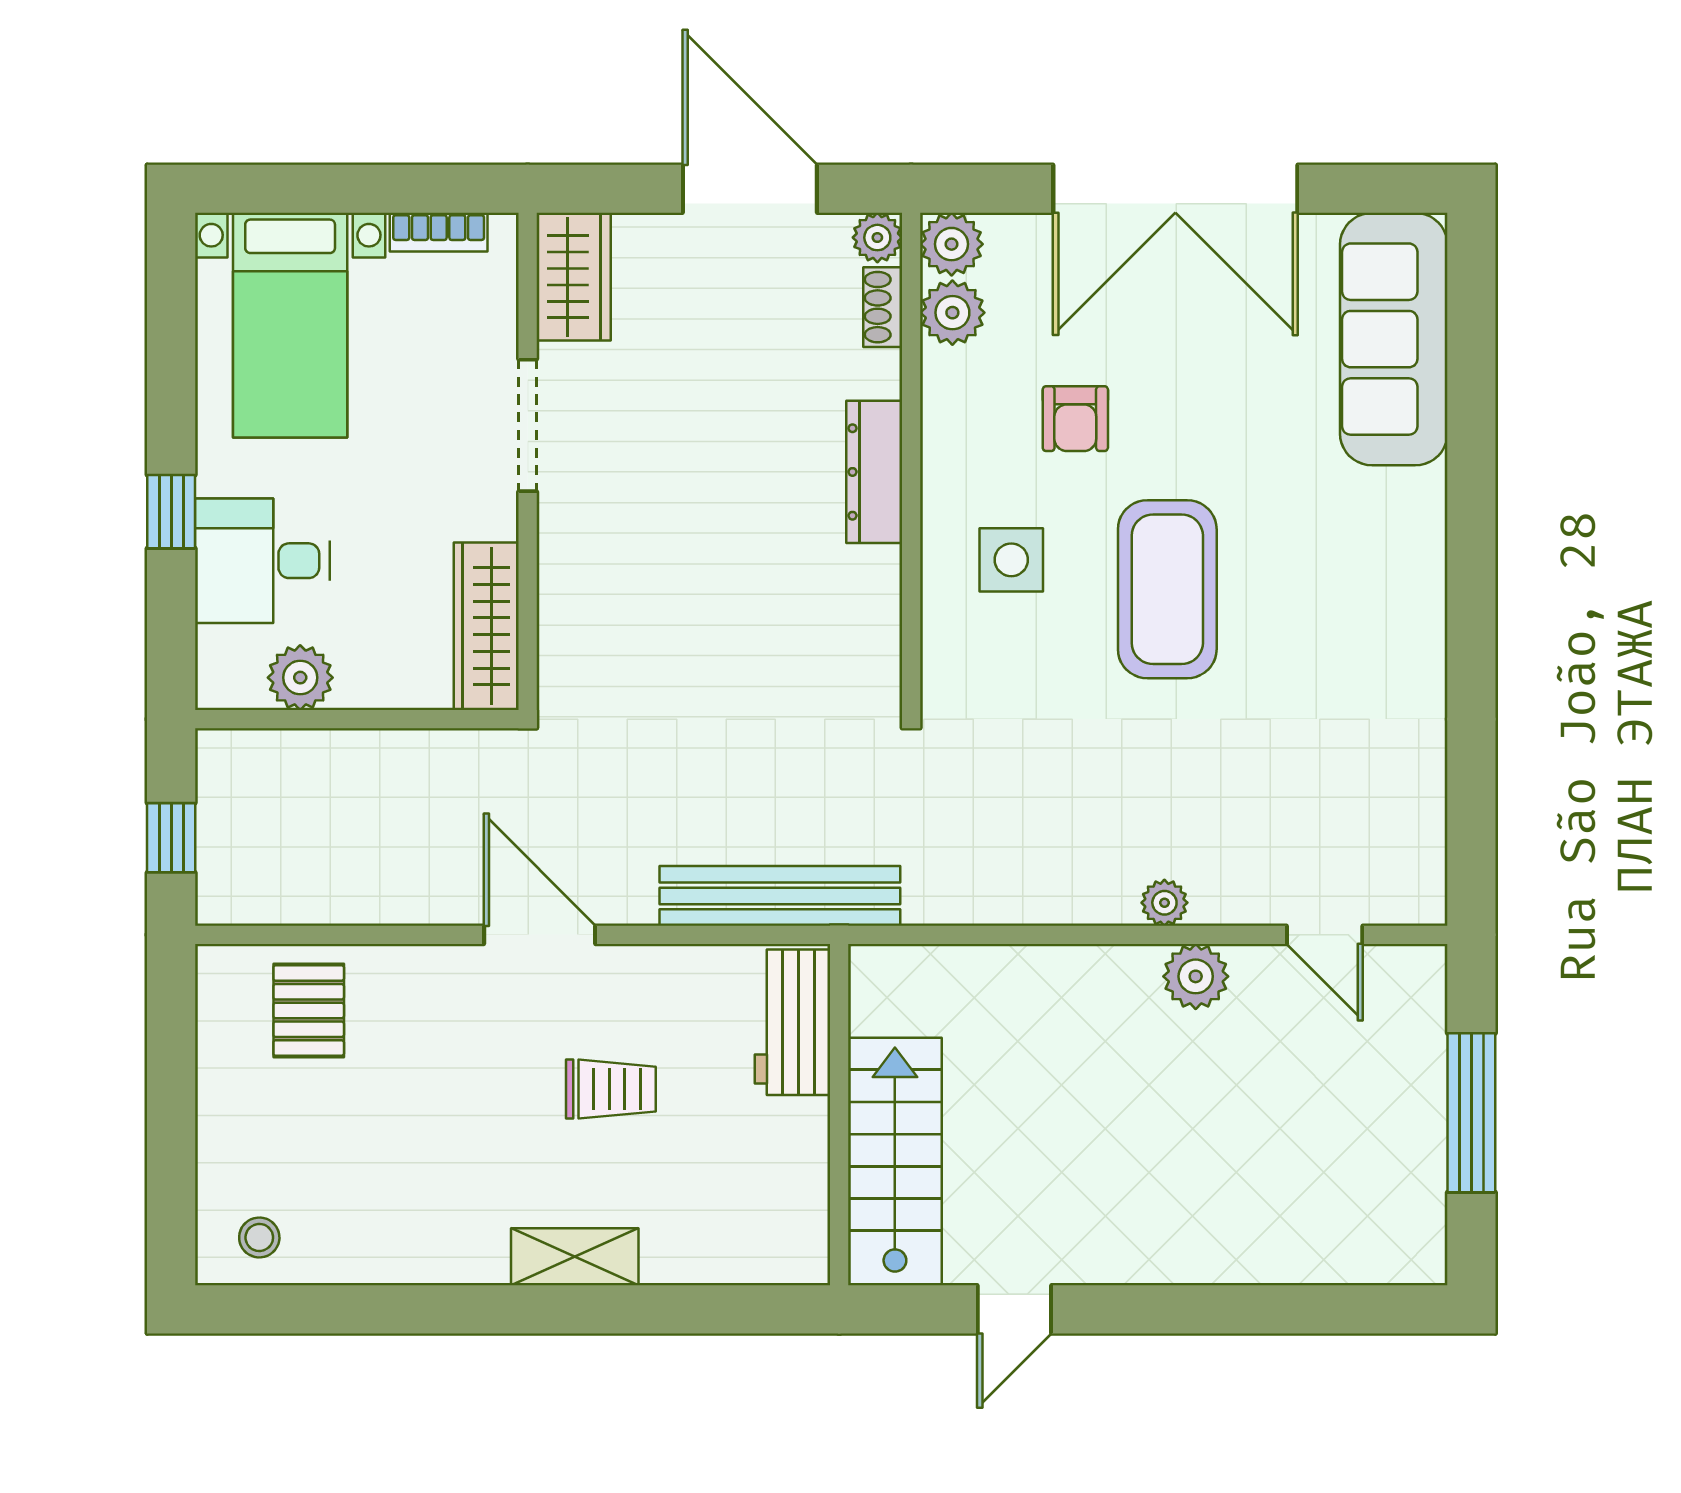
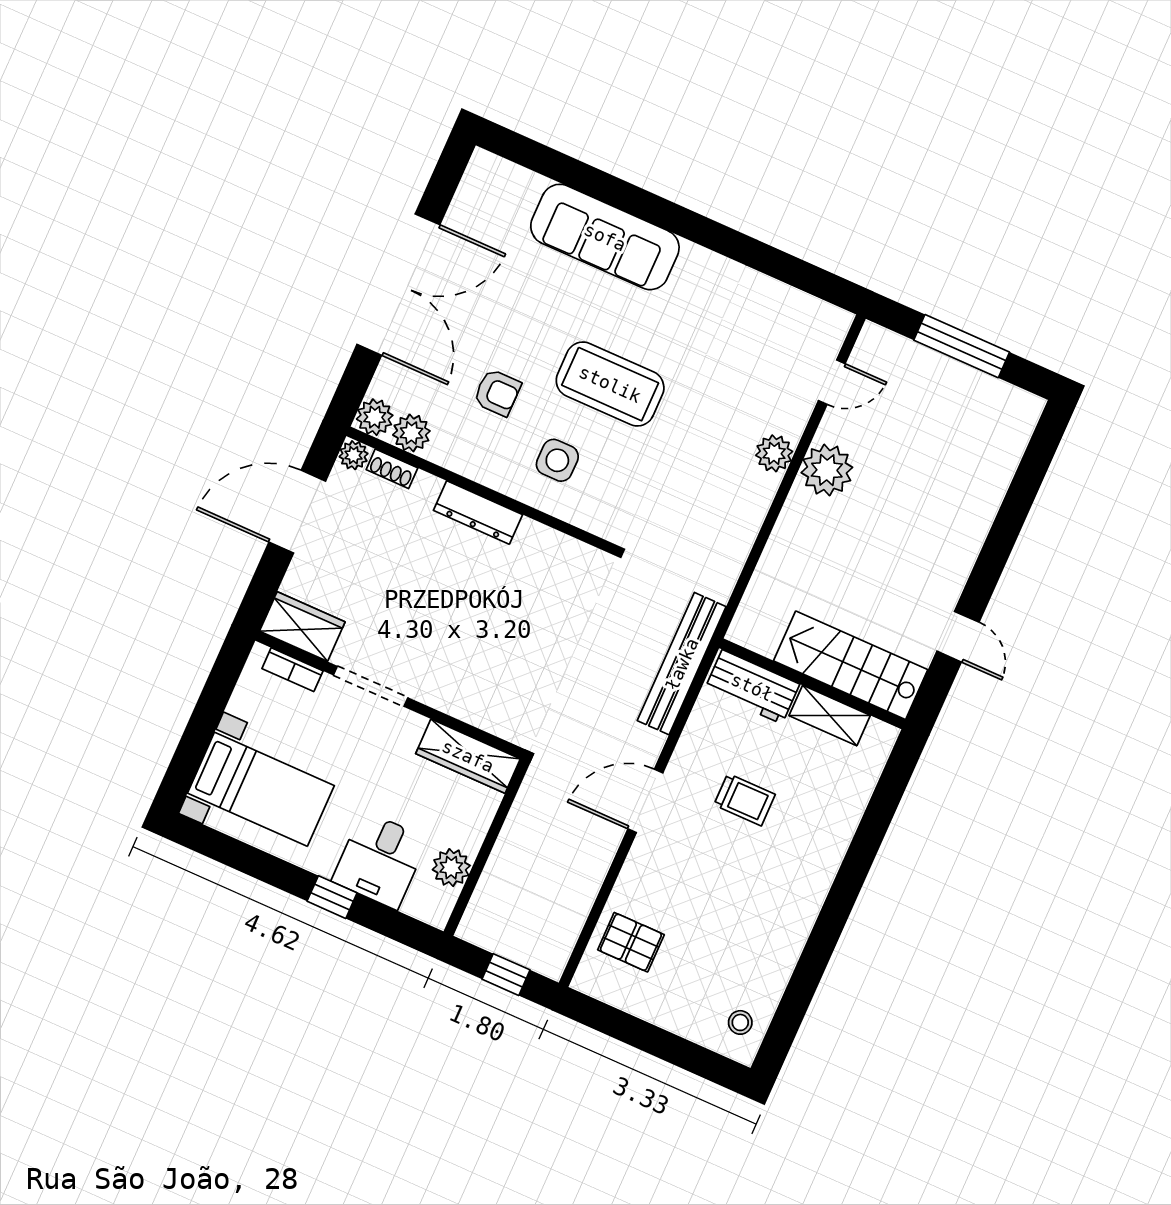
bookcase: (439, 232) -> (292, 670), moved, turned 90
sofa: (1394, 339) -> (605, 237), moved
plant: (1164, 903) -> (774, 453), width x1.38, depth x1.38
plant: (1196, 976) -> (827, 470), width x1.36, depth x1.36
trolley: (611, 1089) -> (745, 800), turned 90
shelving: (575, 1257) -> (830, 716), moved, turned 90

